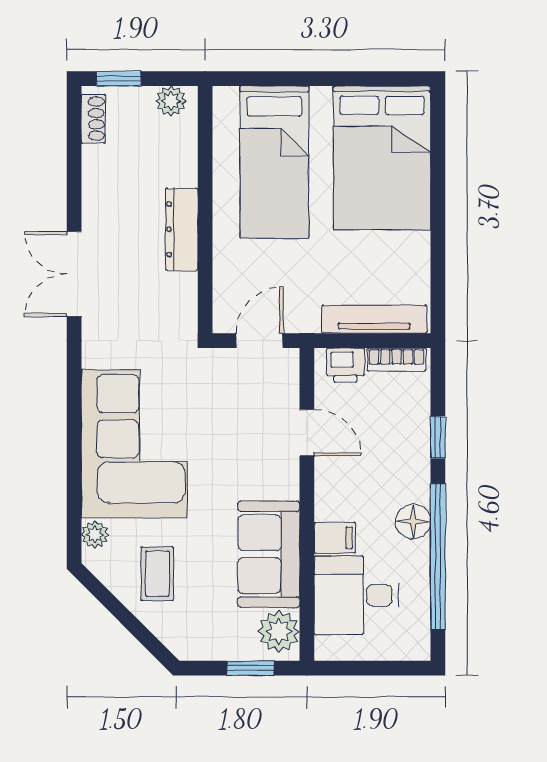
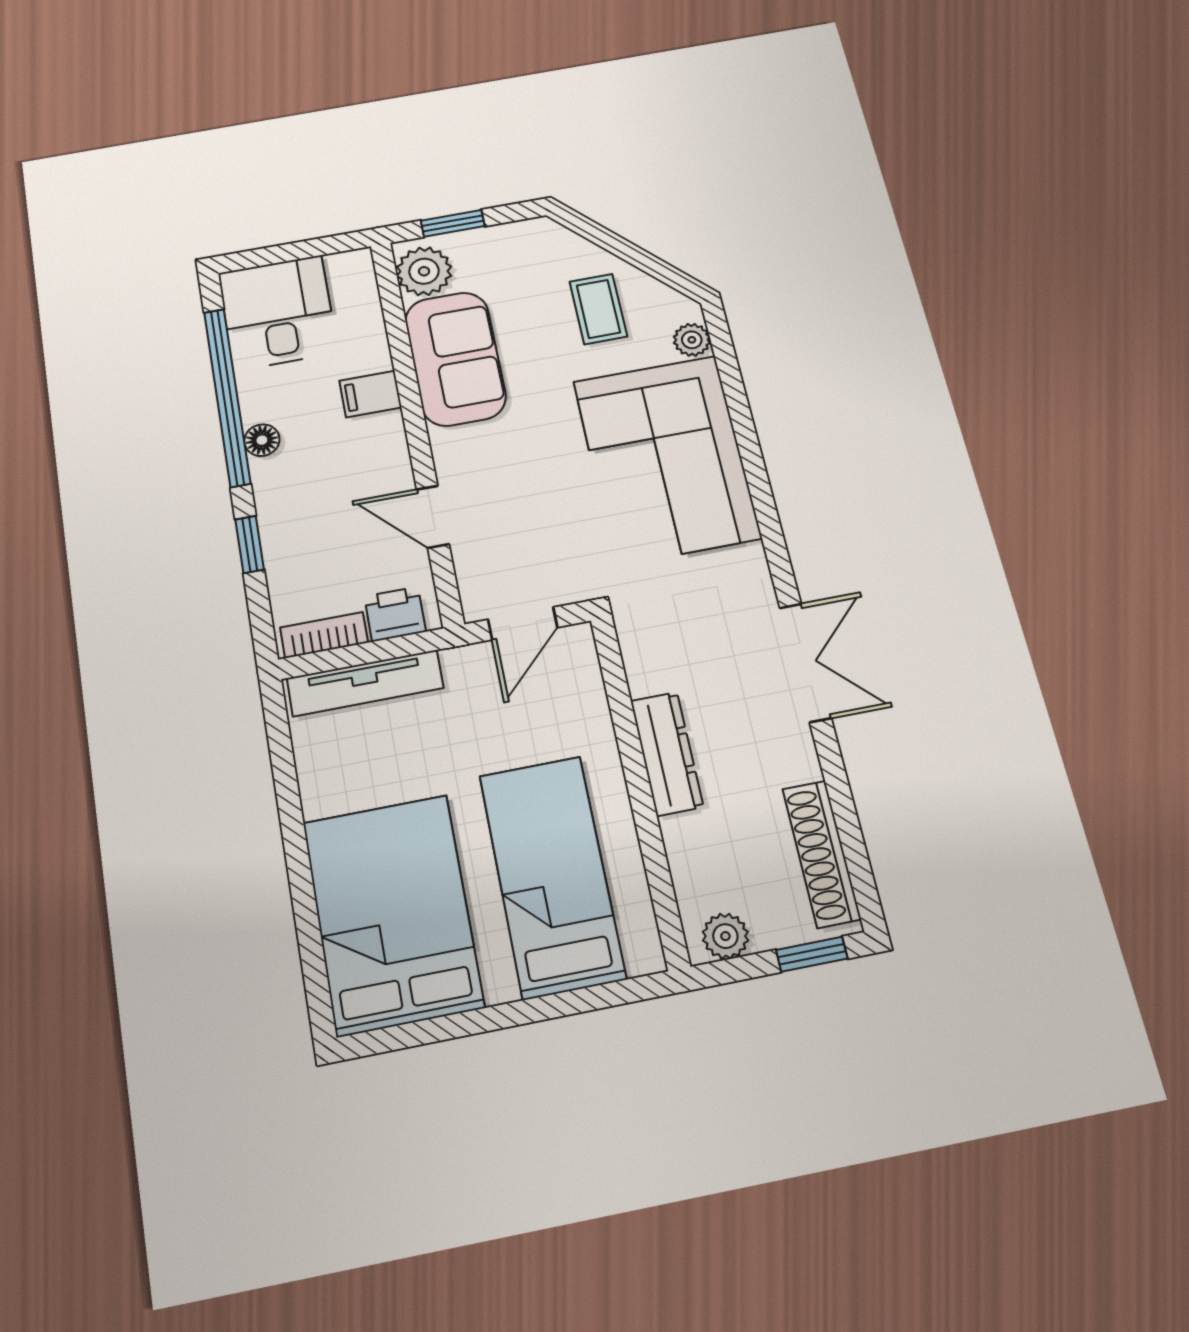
shoe rack: (93, 119) -> (821, 854), width x1.94, depth x1.24
floor lamp: (413, 521) -> (262, 440), width x0.73, depth x0.73
desk: (356, 595) -> (278, 313), moved, turned -90

